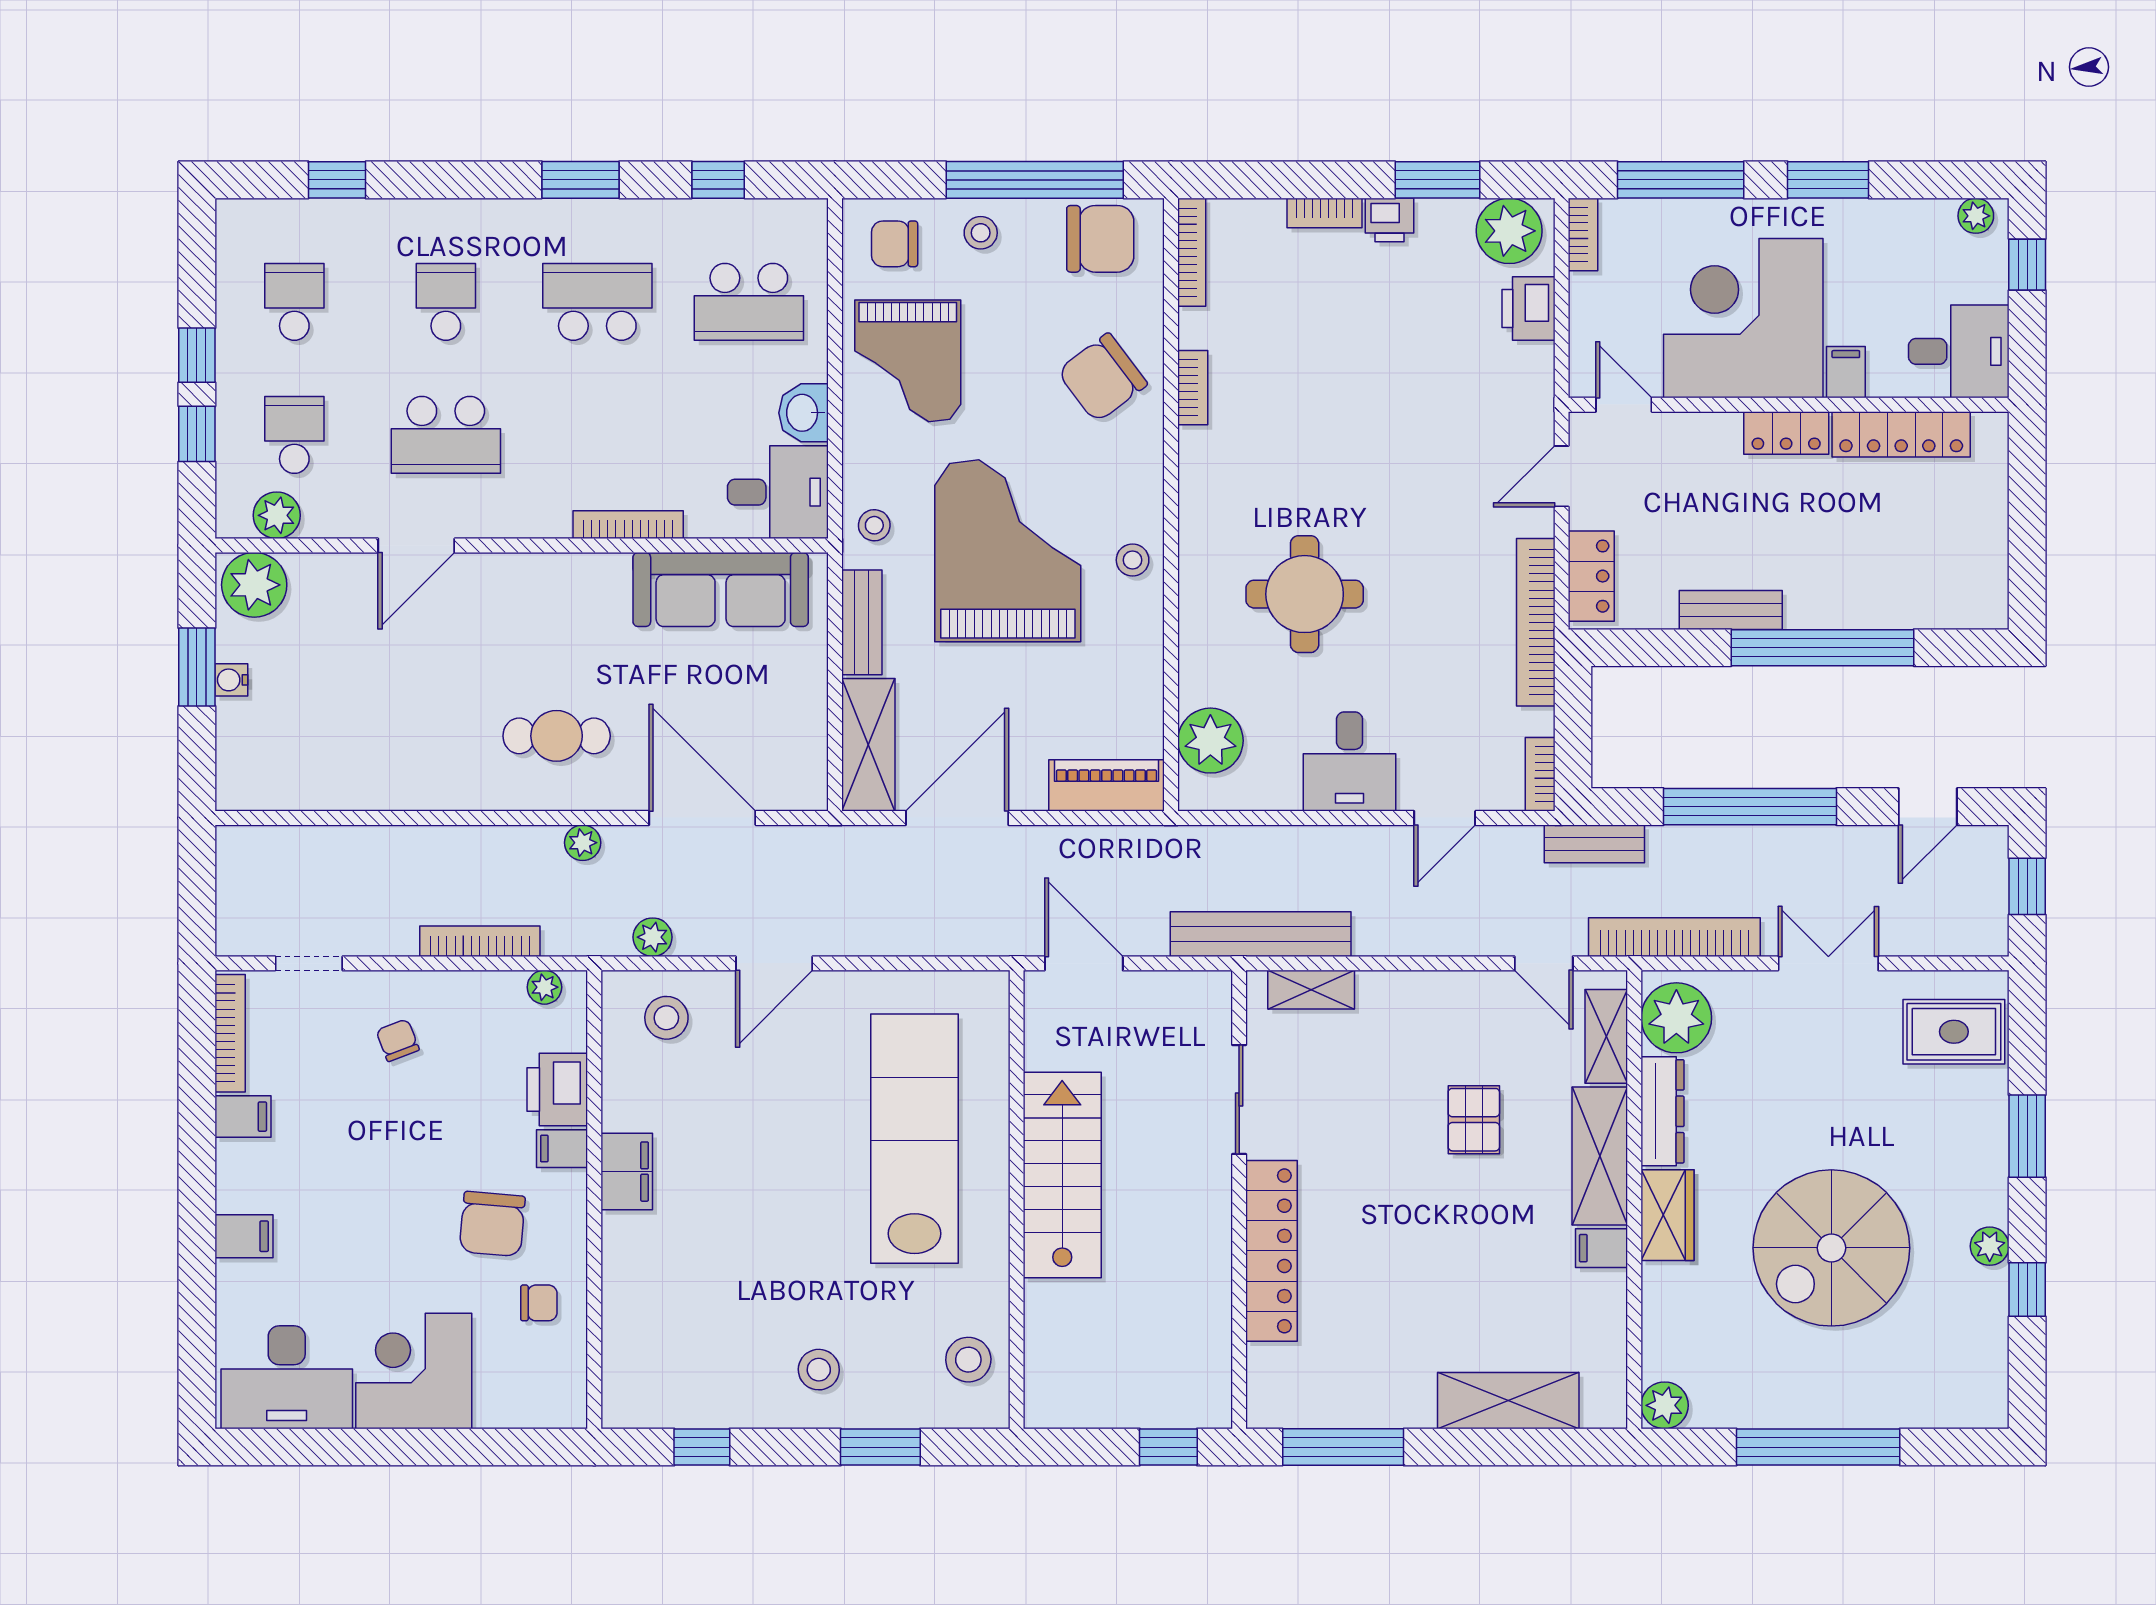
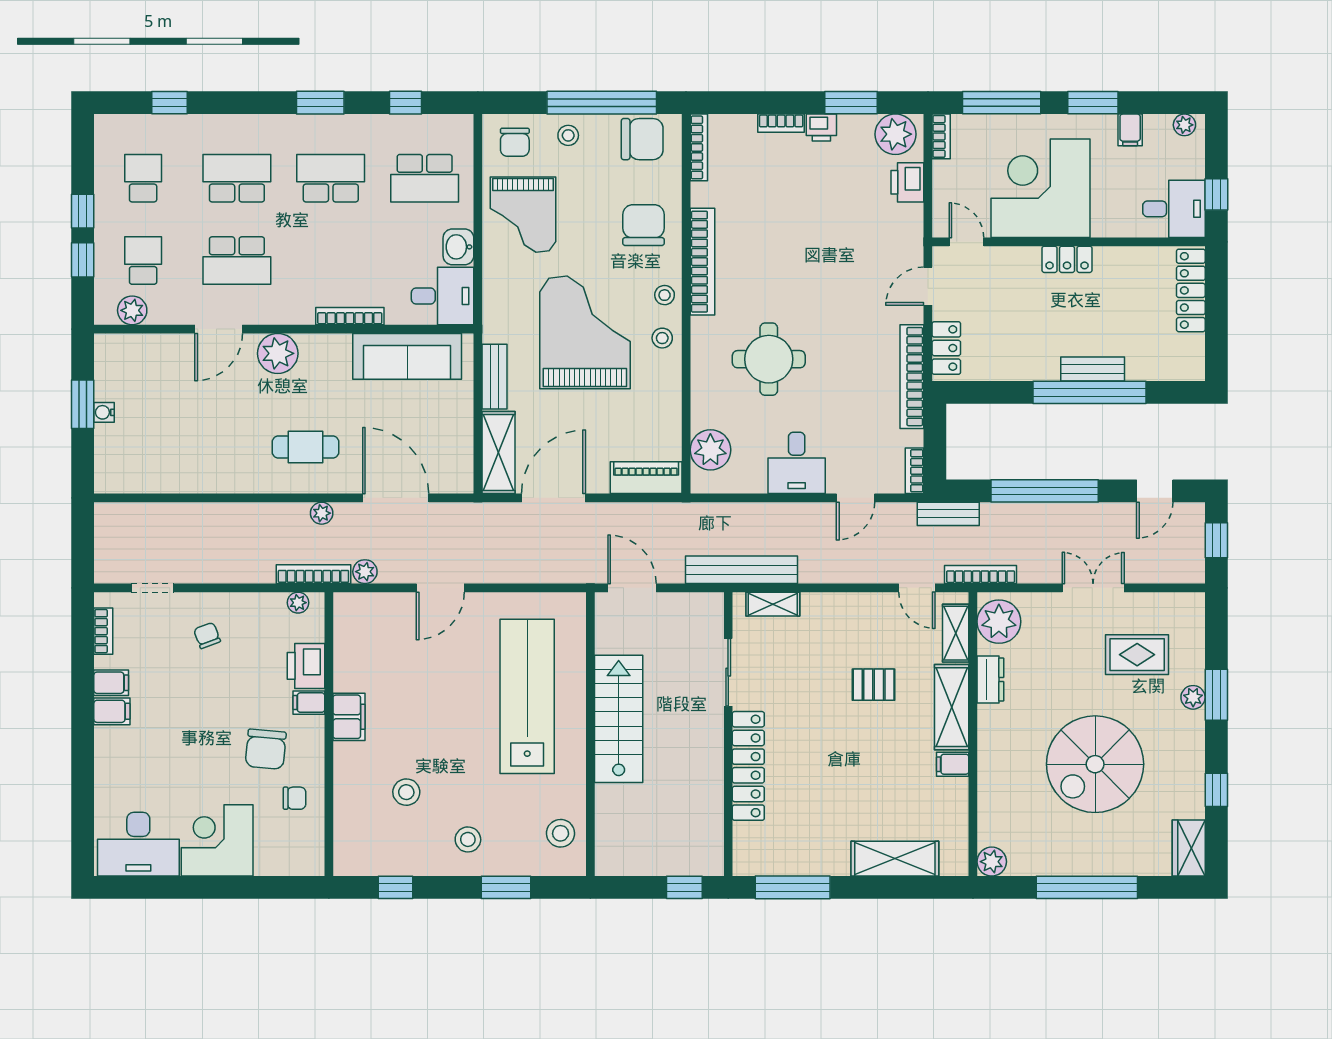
chair: (895, 244) -> (515, 142), turned -90
window: (2027, 265) -> (1216, 194), moved
school desk: (446, 302) -> (237, 178), width x1.85
filing cabinet: (1846, 372) -> (1130, 130), moved, turned 180
chair: (1102, 378) -> (644, 225), turned 127
bookcase: (1193, 388) -> (702, 262), width x2.31, depth x1.31
locker: (1901, 434) -> (1191, 290), moved, turned 90
stool: (874, 525) -> (665, 295), moved
plant: (254, 585) -> (278, 353), moved
bench: (1731, 610) -> (1093, 369), moved
bookcase: (1674, 937) -> (981, 574), width x0.68, depth x0.76
bookcase: (480, 941) -> (313, 574), moved
stool: (666, 1018) -> (406, 792), moved
rug: (1954, 1032) -> (1137, 655), moved
bookcase: (230, 1033) -> (103, 631), width x0.64
dresser: (1662, 1111) -> (990, 679), width x0.70
pallet: (1474, 1120) -> (874, 685), turned 90
wardrobe: (1667, 1215) -> (1189, 848), moved, turned 180
filing cabinet: (244, 1236) -> (112, 711), moved
plant: (1990, 1246) -> (1193, 697), moved

